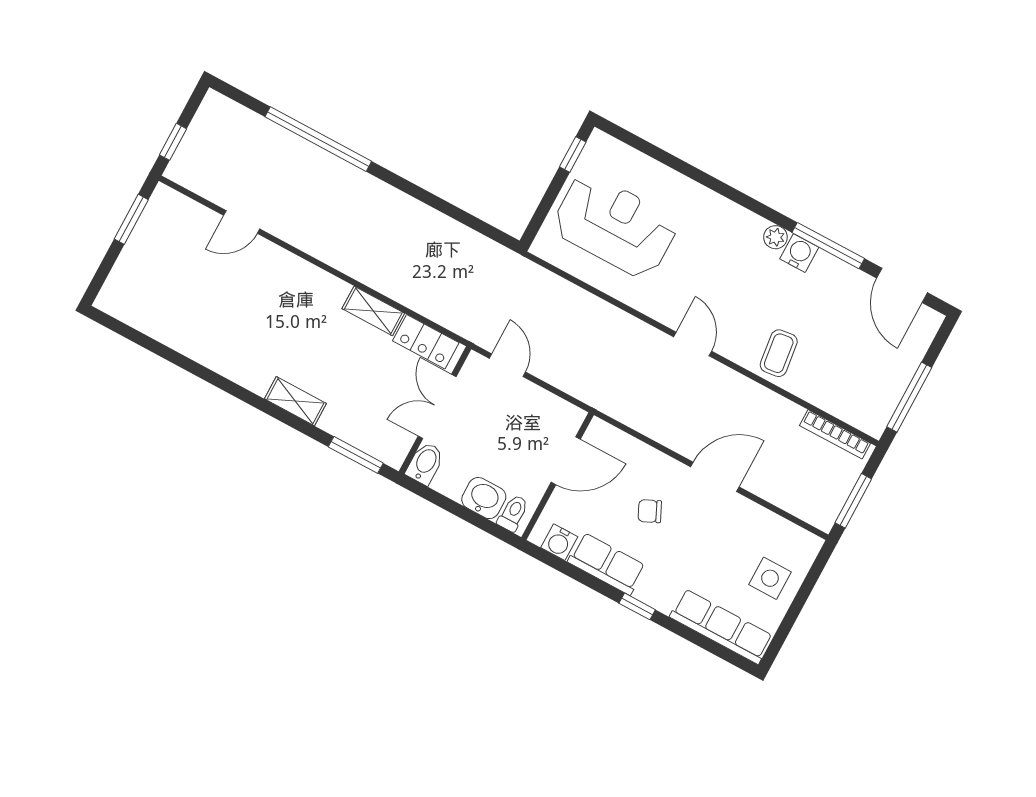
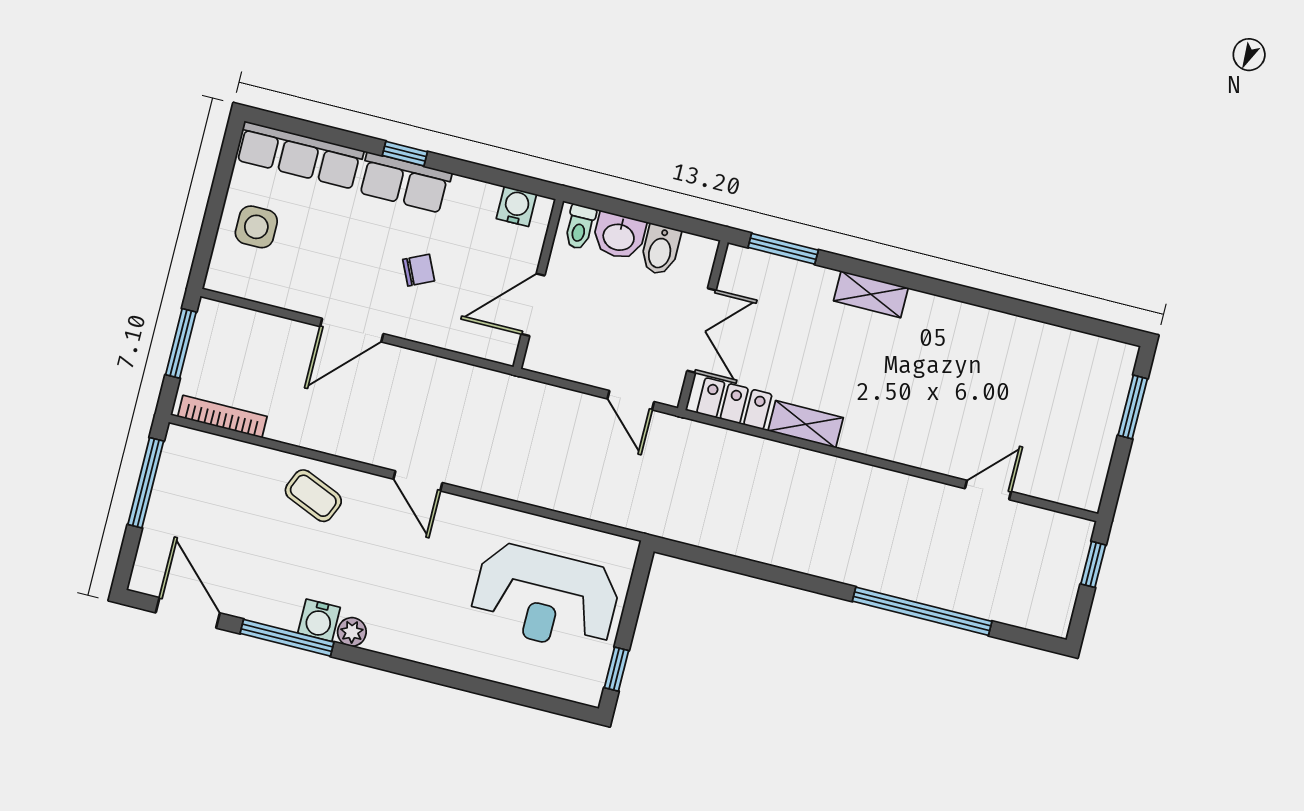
window: (131, 219) -> (1133, 407), moved
coffee table: (779, 353) -> (313, 496), turned -60
bidet: (425, 463) -> (660, 250), moved
row of seats: (607, 564) -> (405, 183), moved

